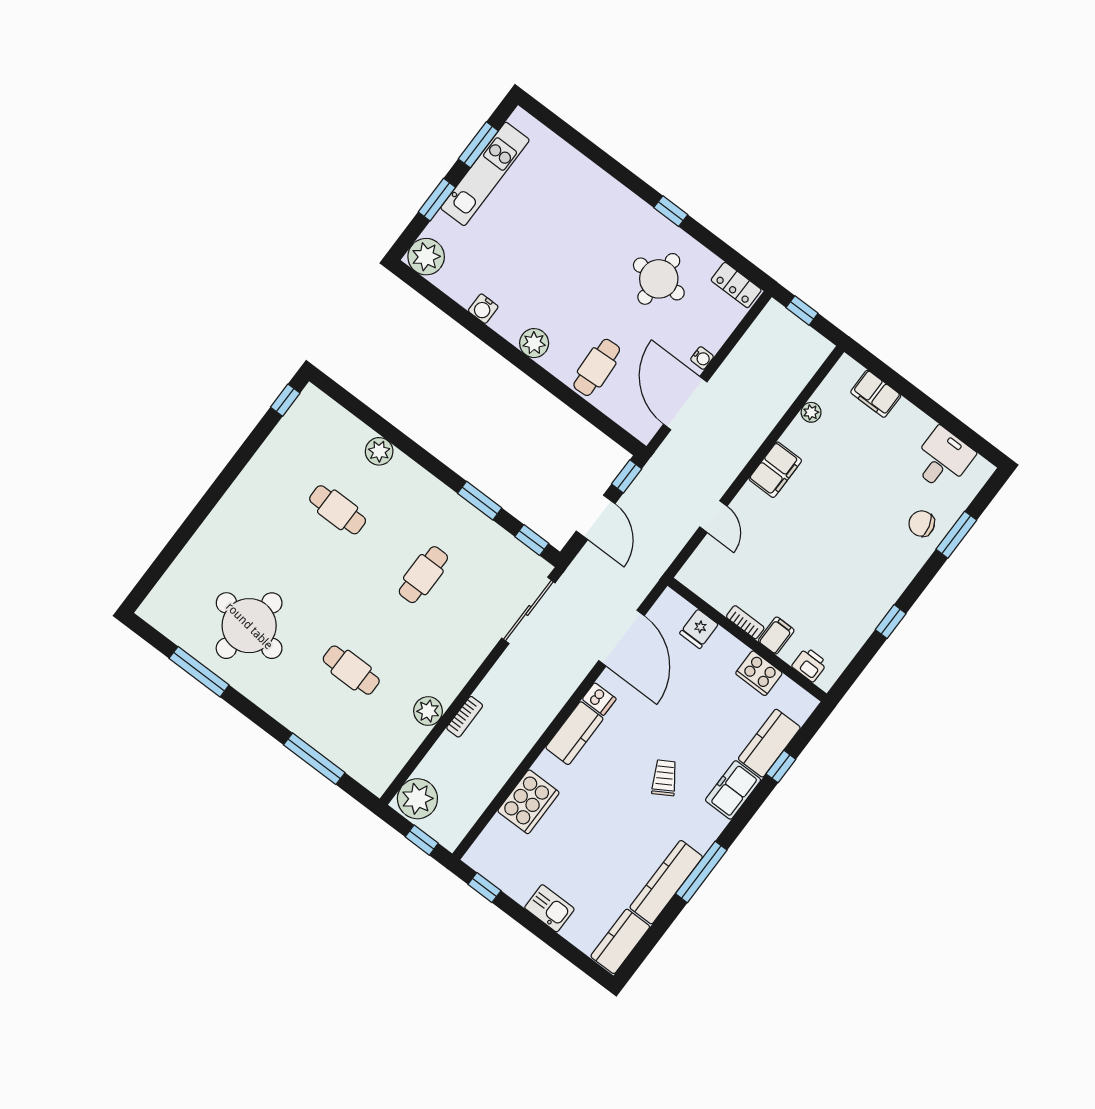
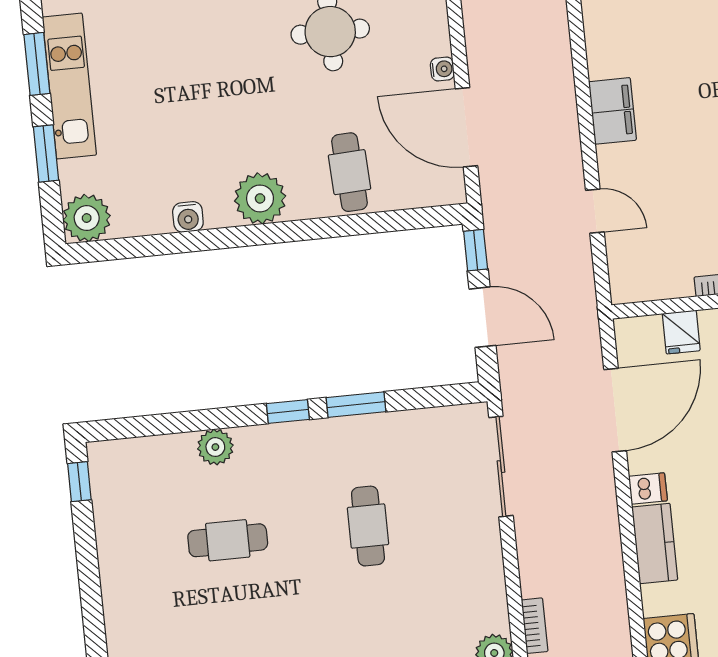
plant: (534, 343) -> (260, 198), width x1.36, depth x1.36
plant: (811, 412) -> (596, 24), removed
window: (532, 540) -> (288, 412), moved
door: (622, 638) -> (615, 410), hinge flipped

